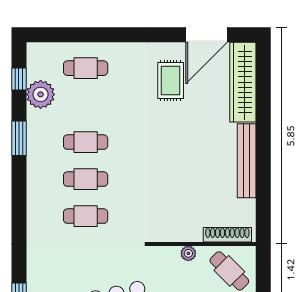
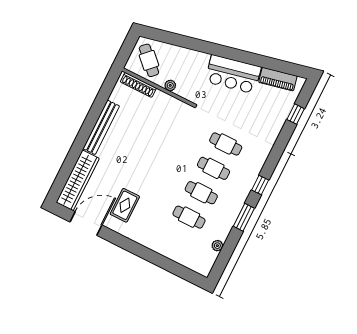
cafe table: (86, 68) -> (189, 217), moved
window: (19, 79) -> (260, 185), moved
plant: (41, 94) -> (217, 246), width x0.53, depth x0.53

